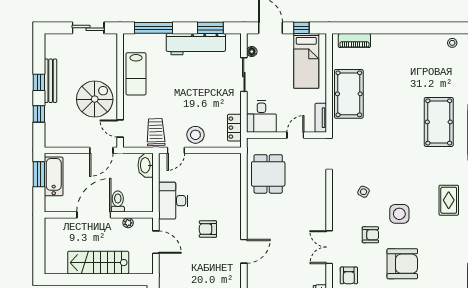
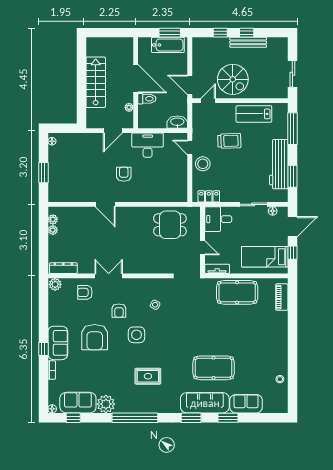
trolley: (156, 132) -> (229, 141), moved

